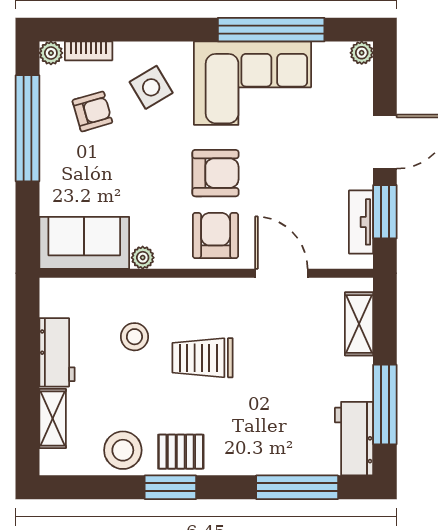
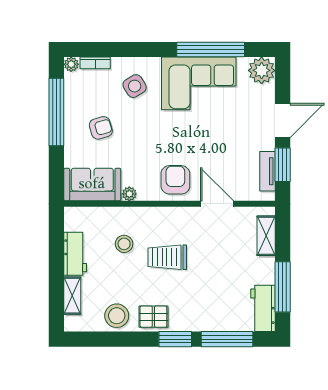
plant: (362, 53) -> (262, 70), width x1.88, depth x1.88
armchair: (92, 111) -> (101, 128), moved
armchair: (215, 173) -> (175, 140), removed
window: (170, 487) -> (175, 339), moved

